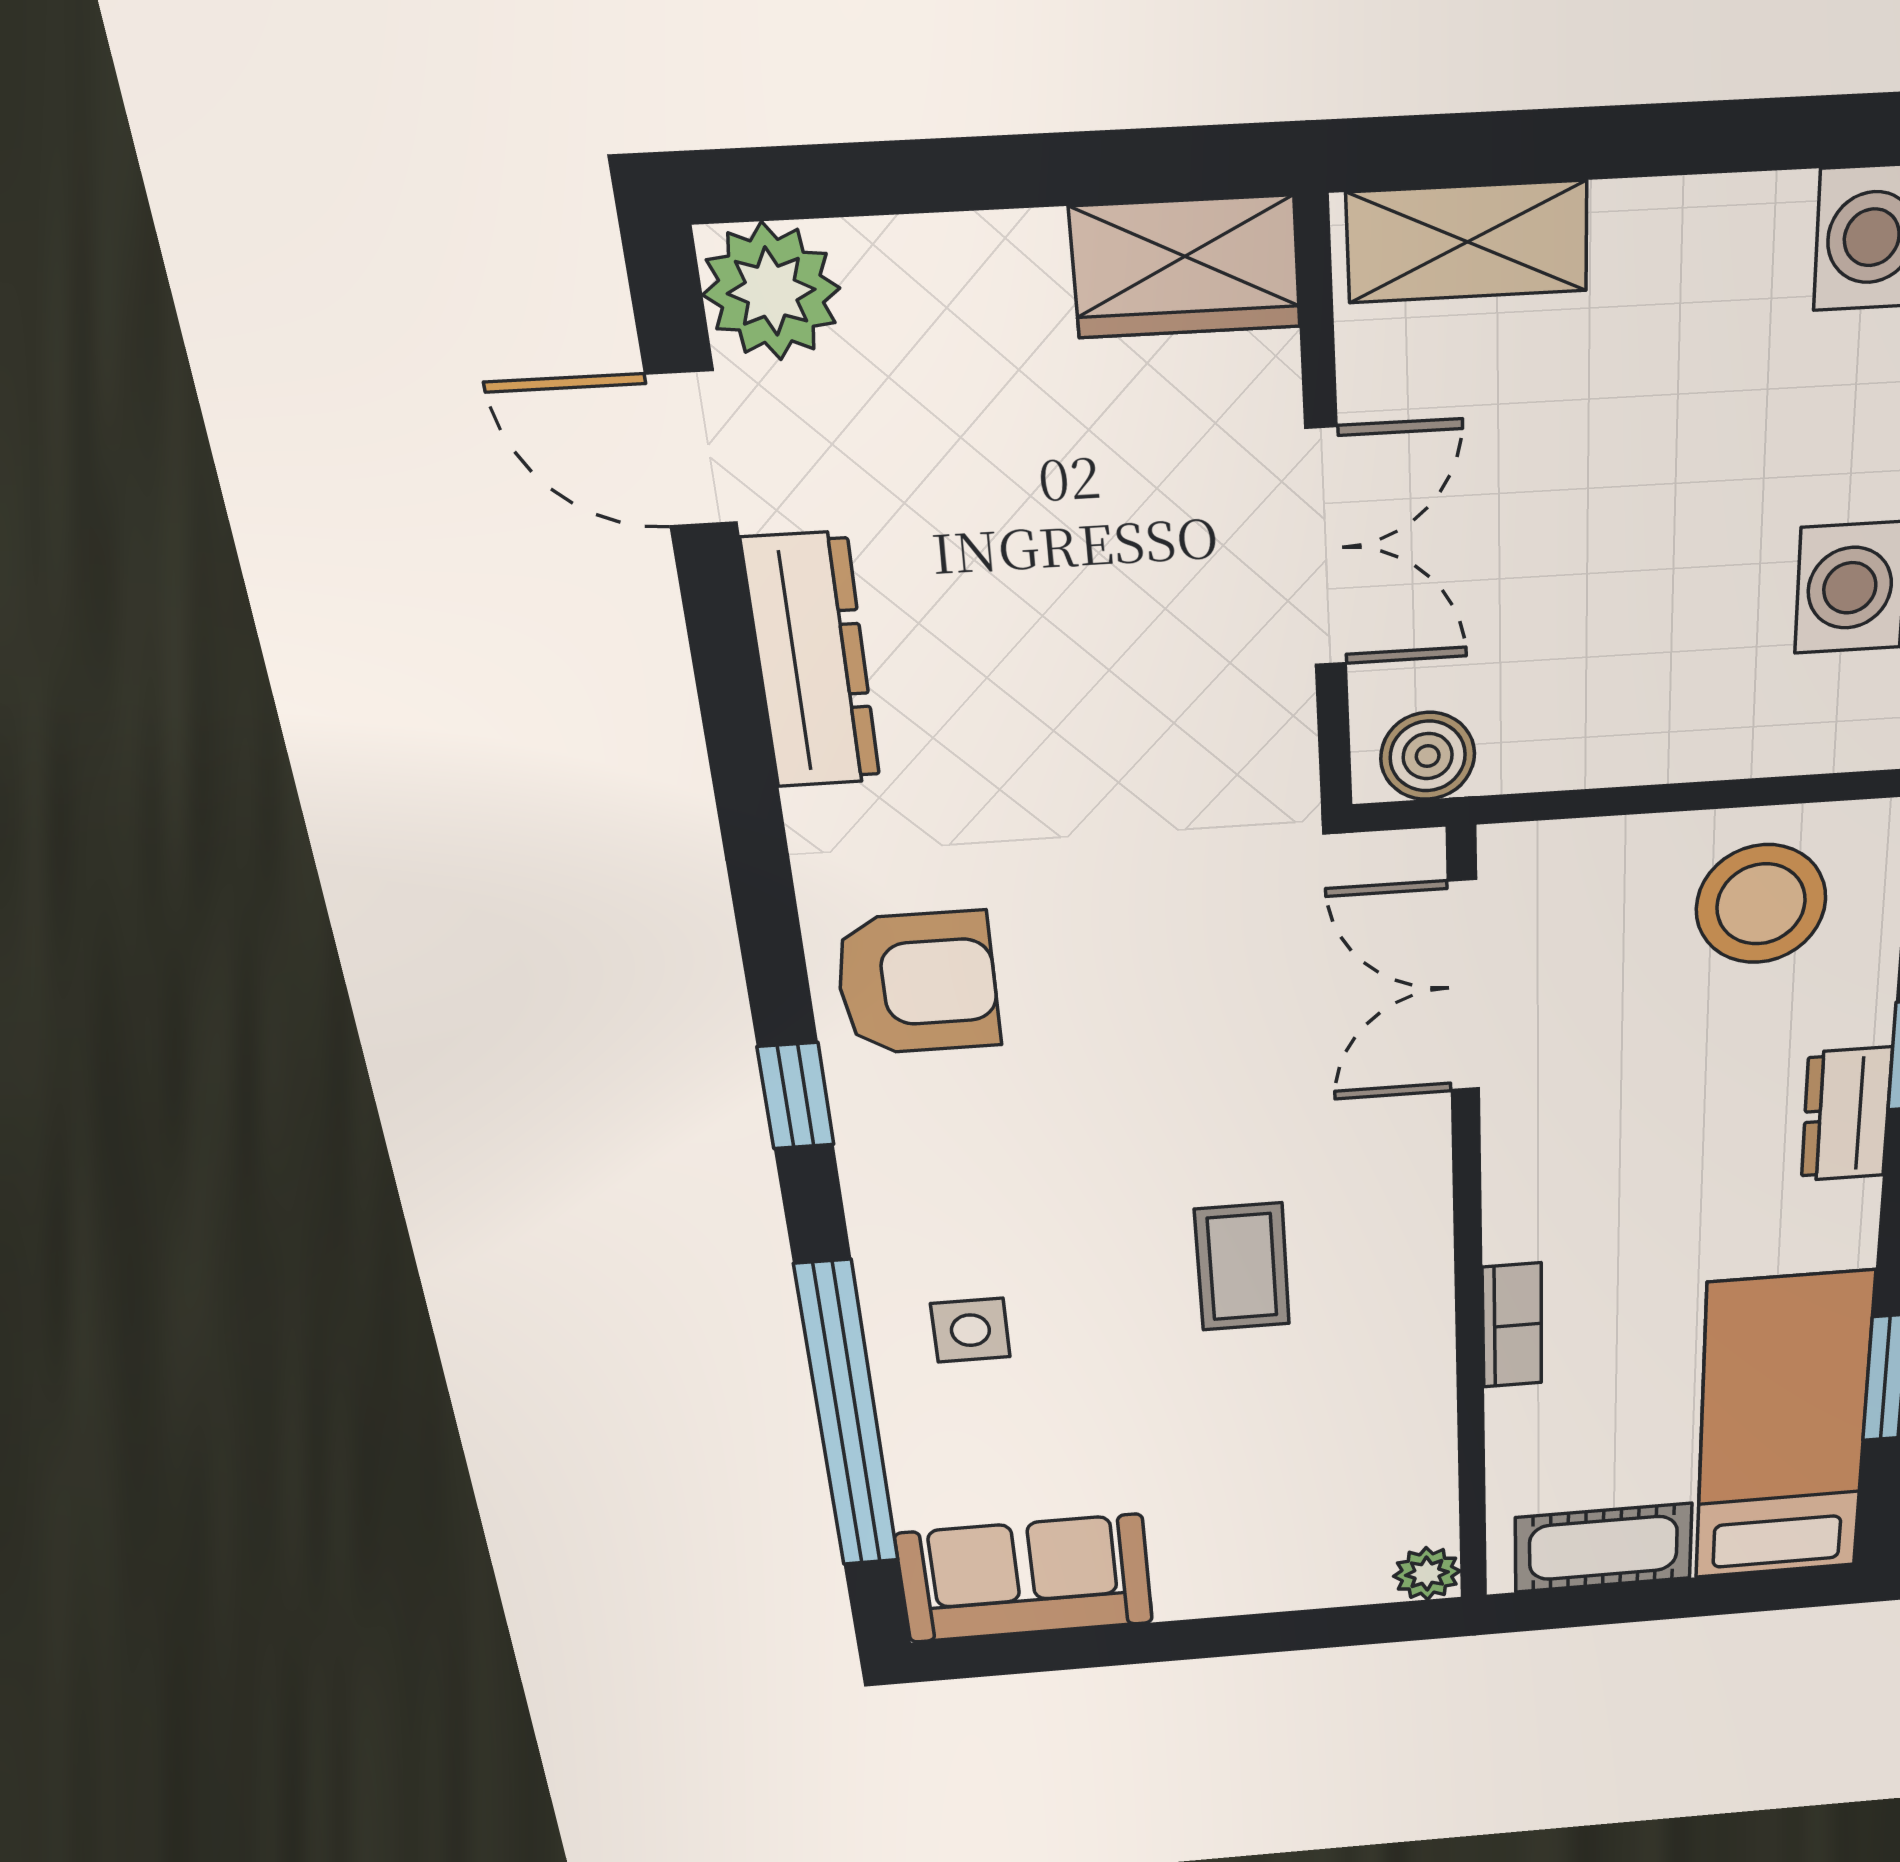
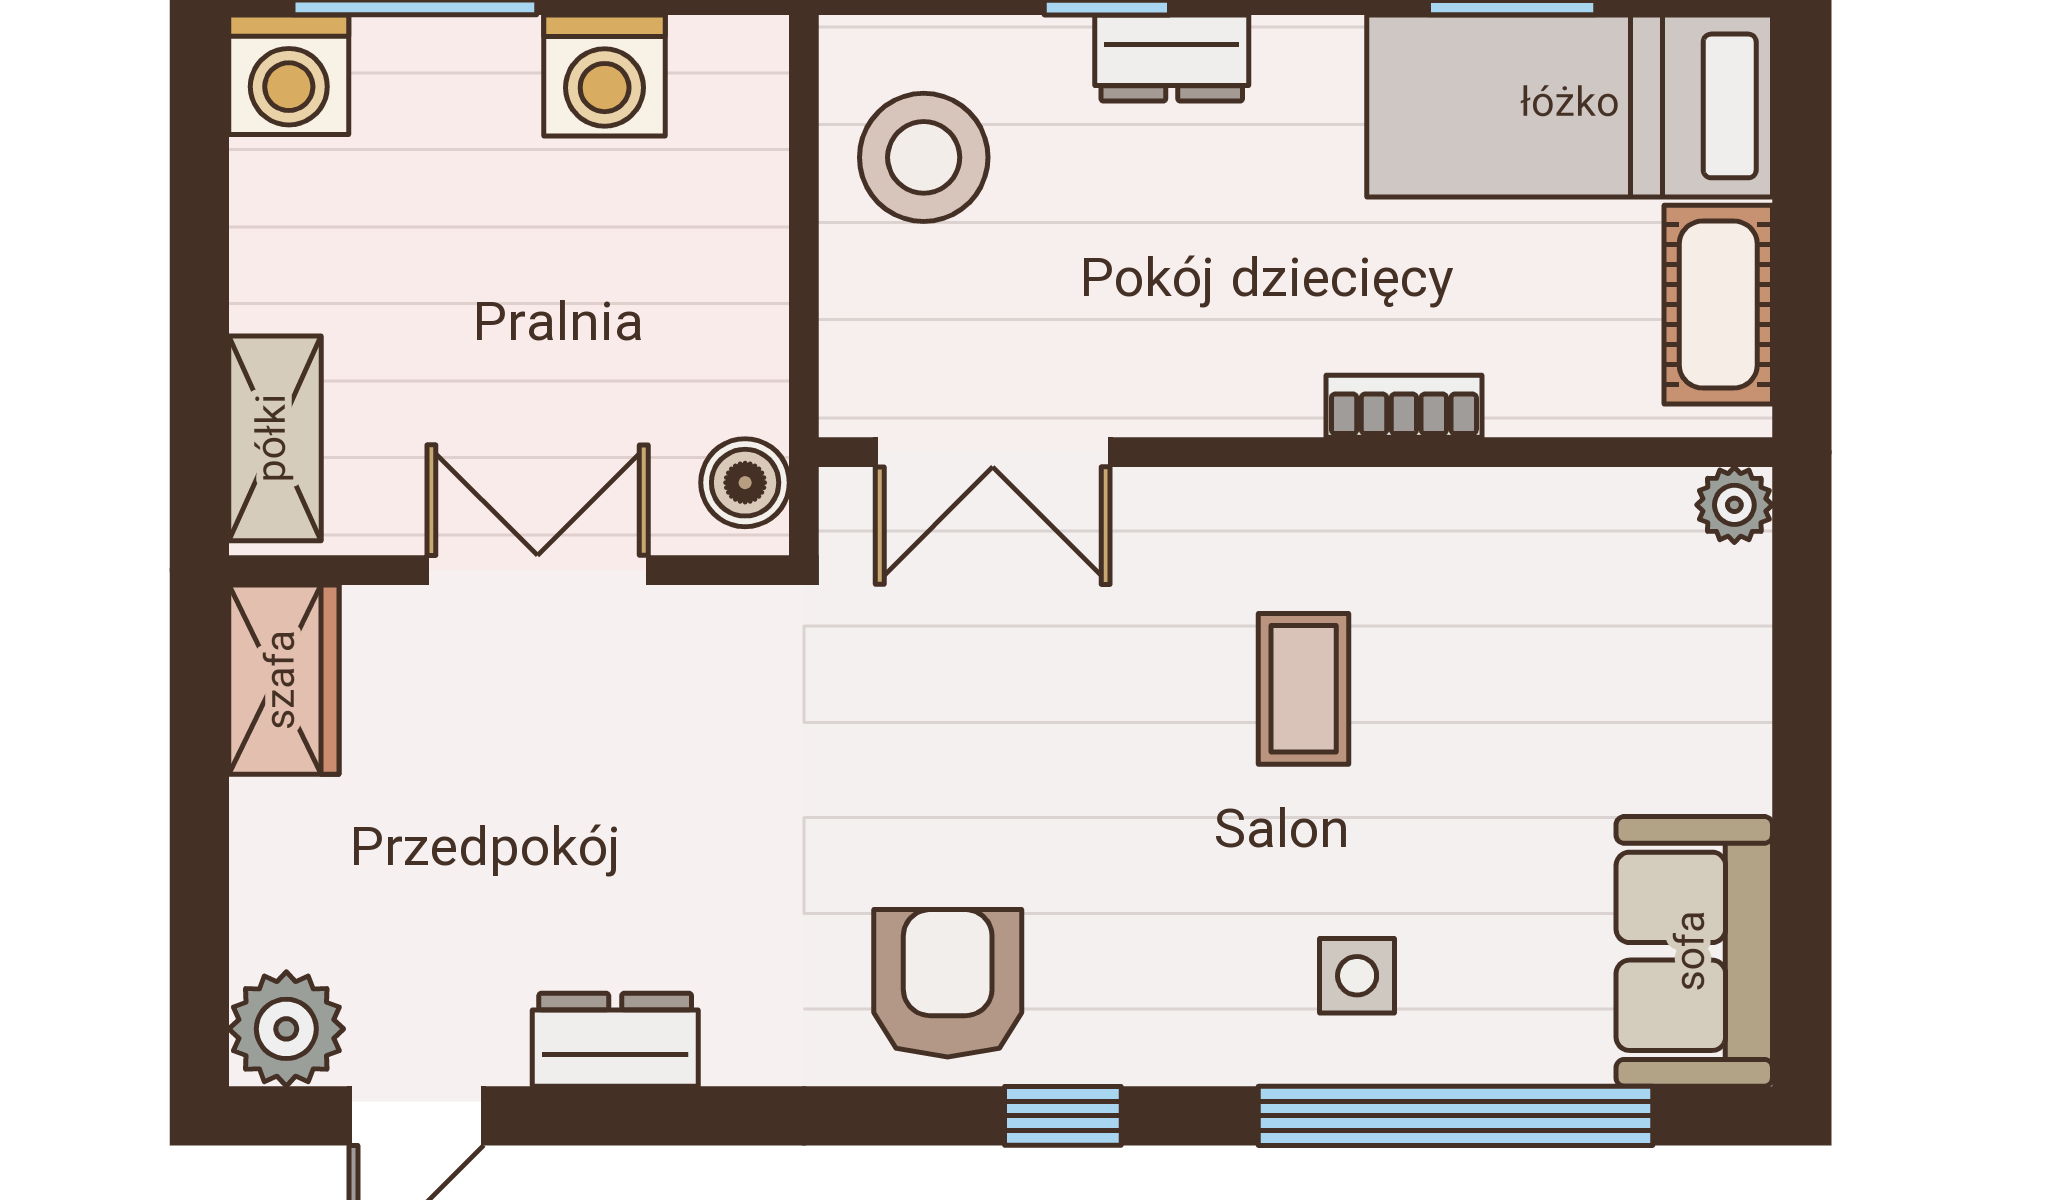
dresser: (812, 661) -> (615, 1040), width x0.70
coffee table: (1242, 1267) -> (1304, 689), turned 90

